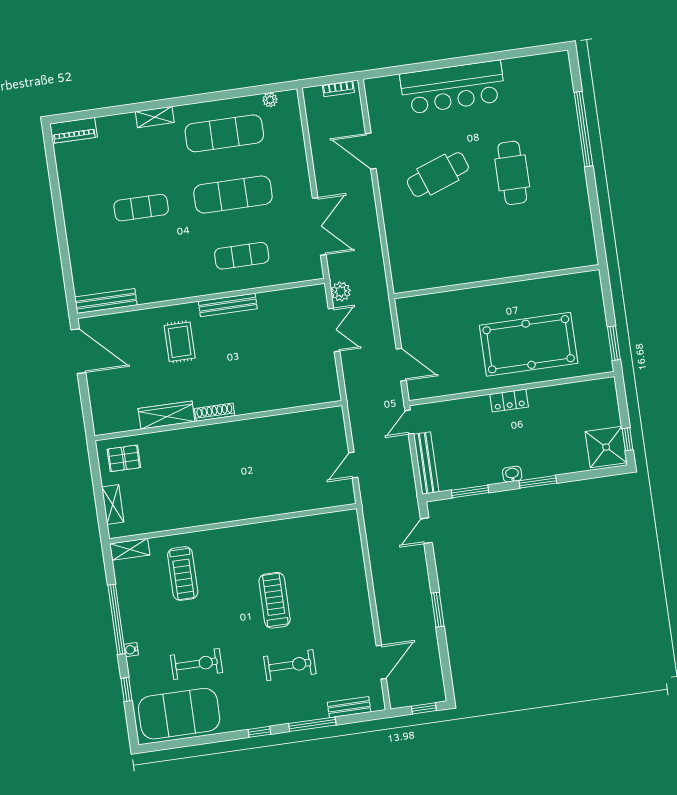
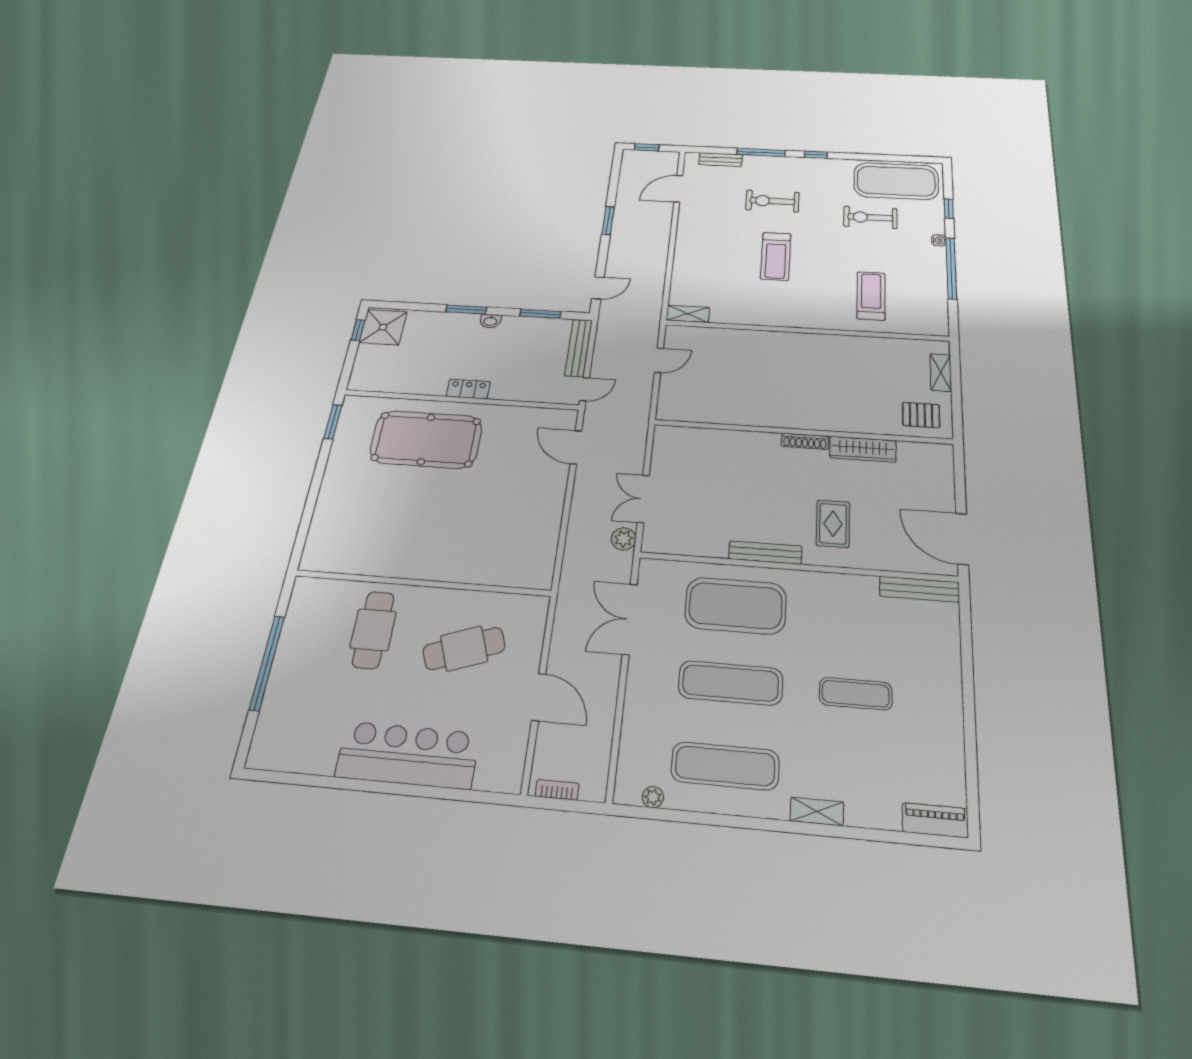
exercise mat: (242, 256) -> (736, 606), width x2.00, depth x1.45
wall: (496, 282) -> (422, 583), moved
shelving: (130, 549) -> (688, 314), moved

